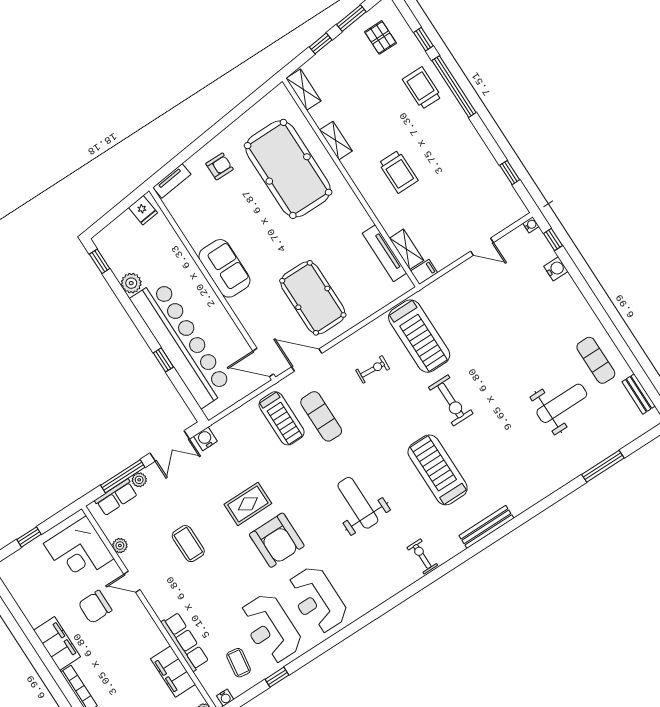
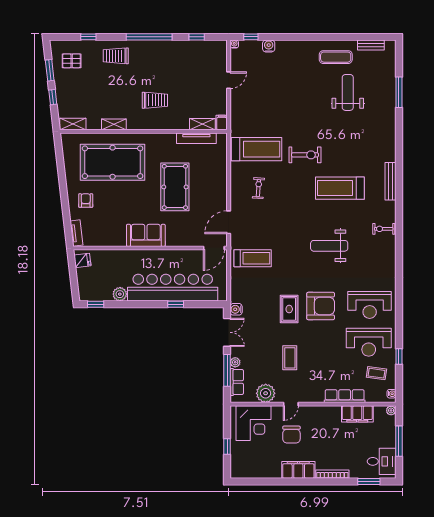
window: (454, 87) -> (149, 37), moved
pool table: (313, 298) -> (175, 187), moved, turned 90
exercise mat: (321, 416) -> (266, 235), removed
coffee table: (188, 544) -> (290, 358), turned 90
plant: (120, 546) -> (266, 393), width x1.87, depth x1.87

